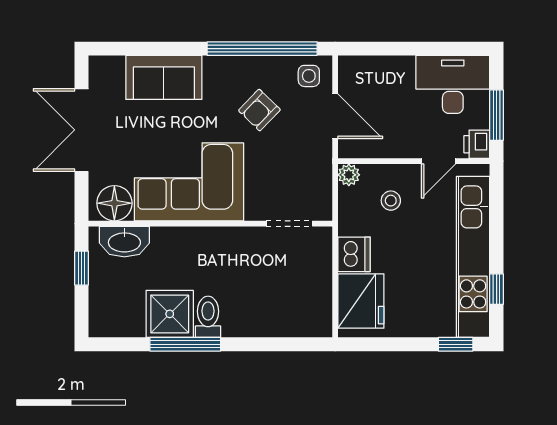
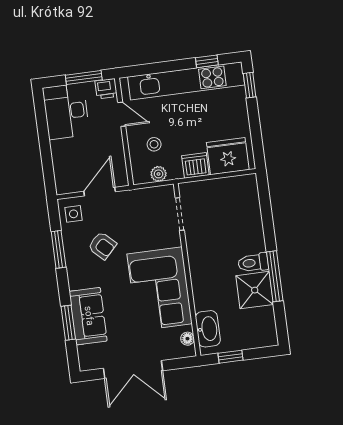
window: (158, 49) -> (68, 323), added
window: (262, 49) -> (59, 249), width x0.47
plant: (349, 175) -> (159, 174), moved
floor lamp: (114, 203) -> (187, 339), width x0.53, depth x0.53

